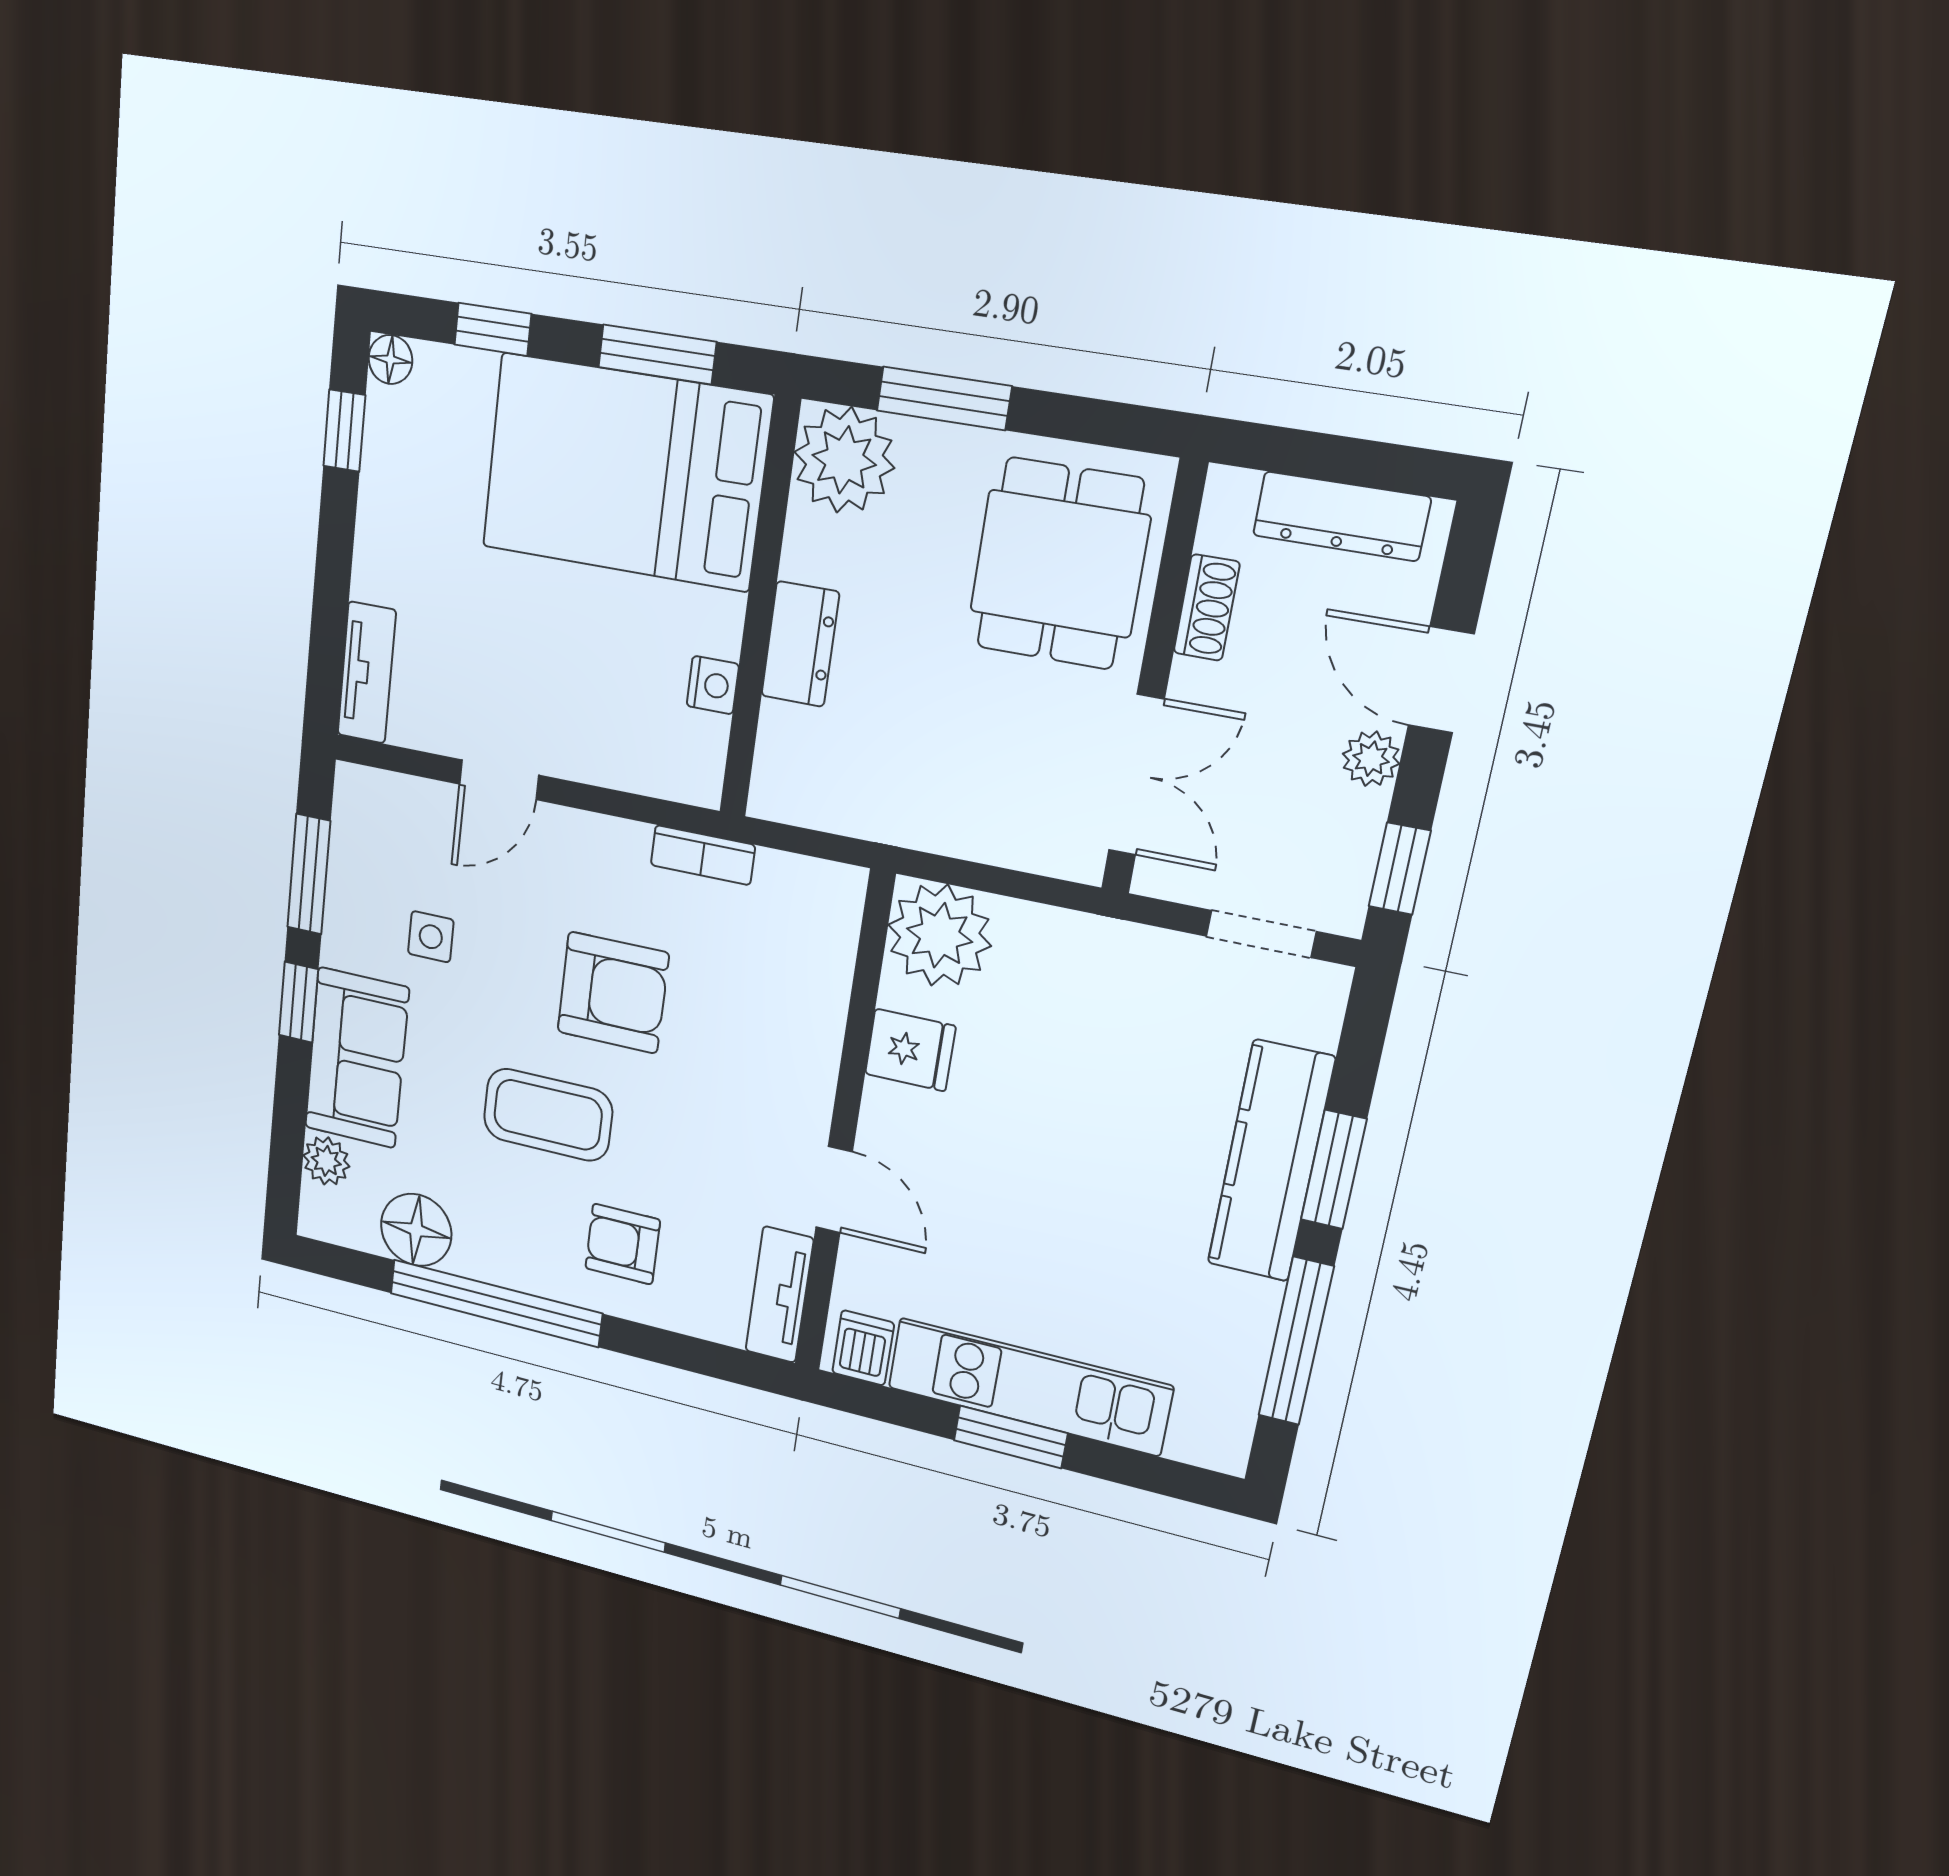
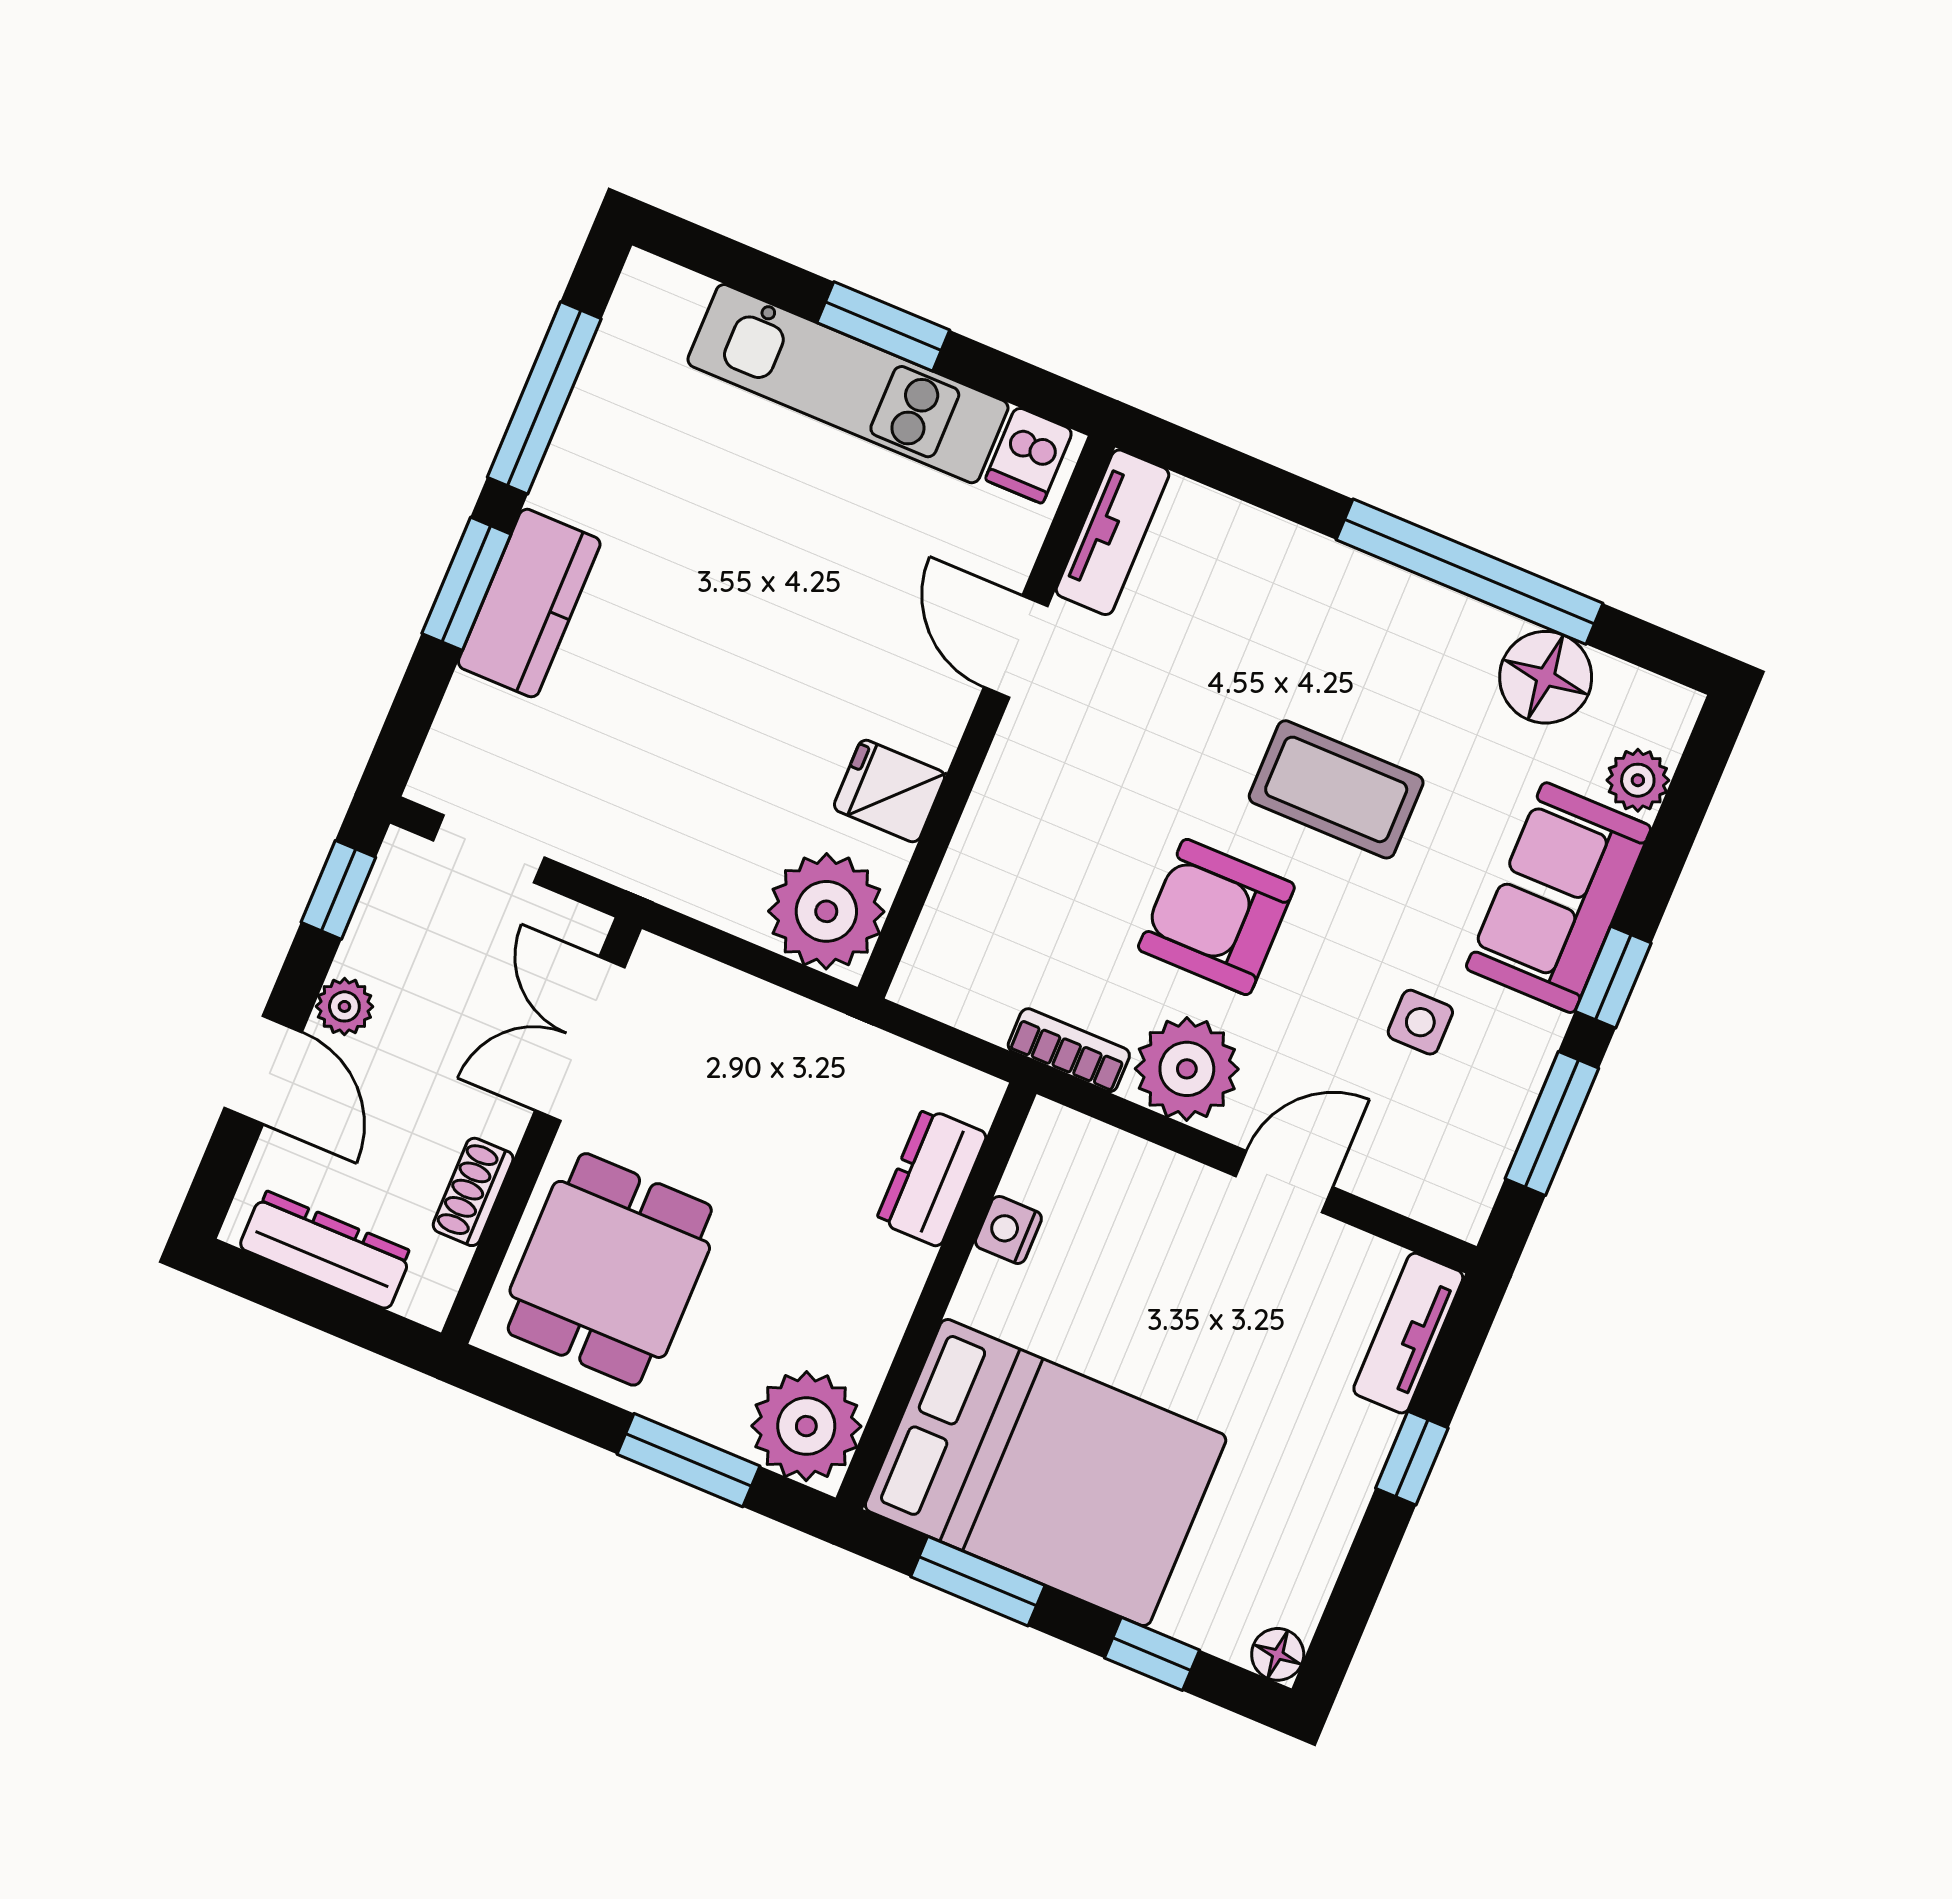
window: (344, 431) -> (1412, 1458), moved
dresser: (800, 644) -> (932, 1177), moved
plant: (602, 859) -> (1187, 1069), added
kitchen counter: (1271, 1161) -> (529, 603), width x0.67
armchair: (623, 1244) -> (1287, 621), removed

